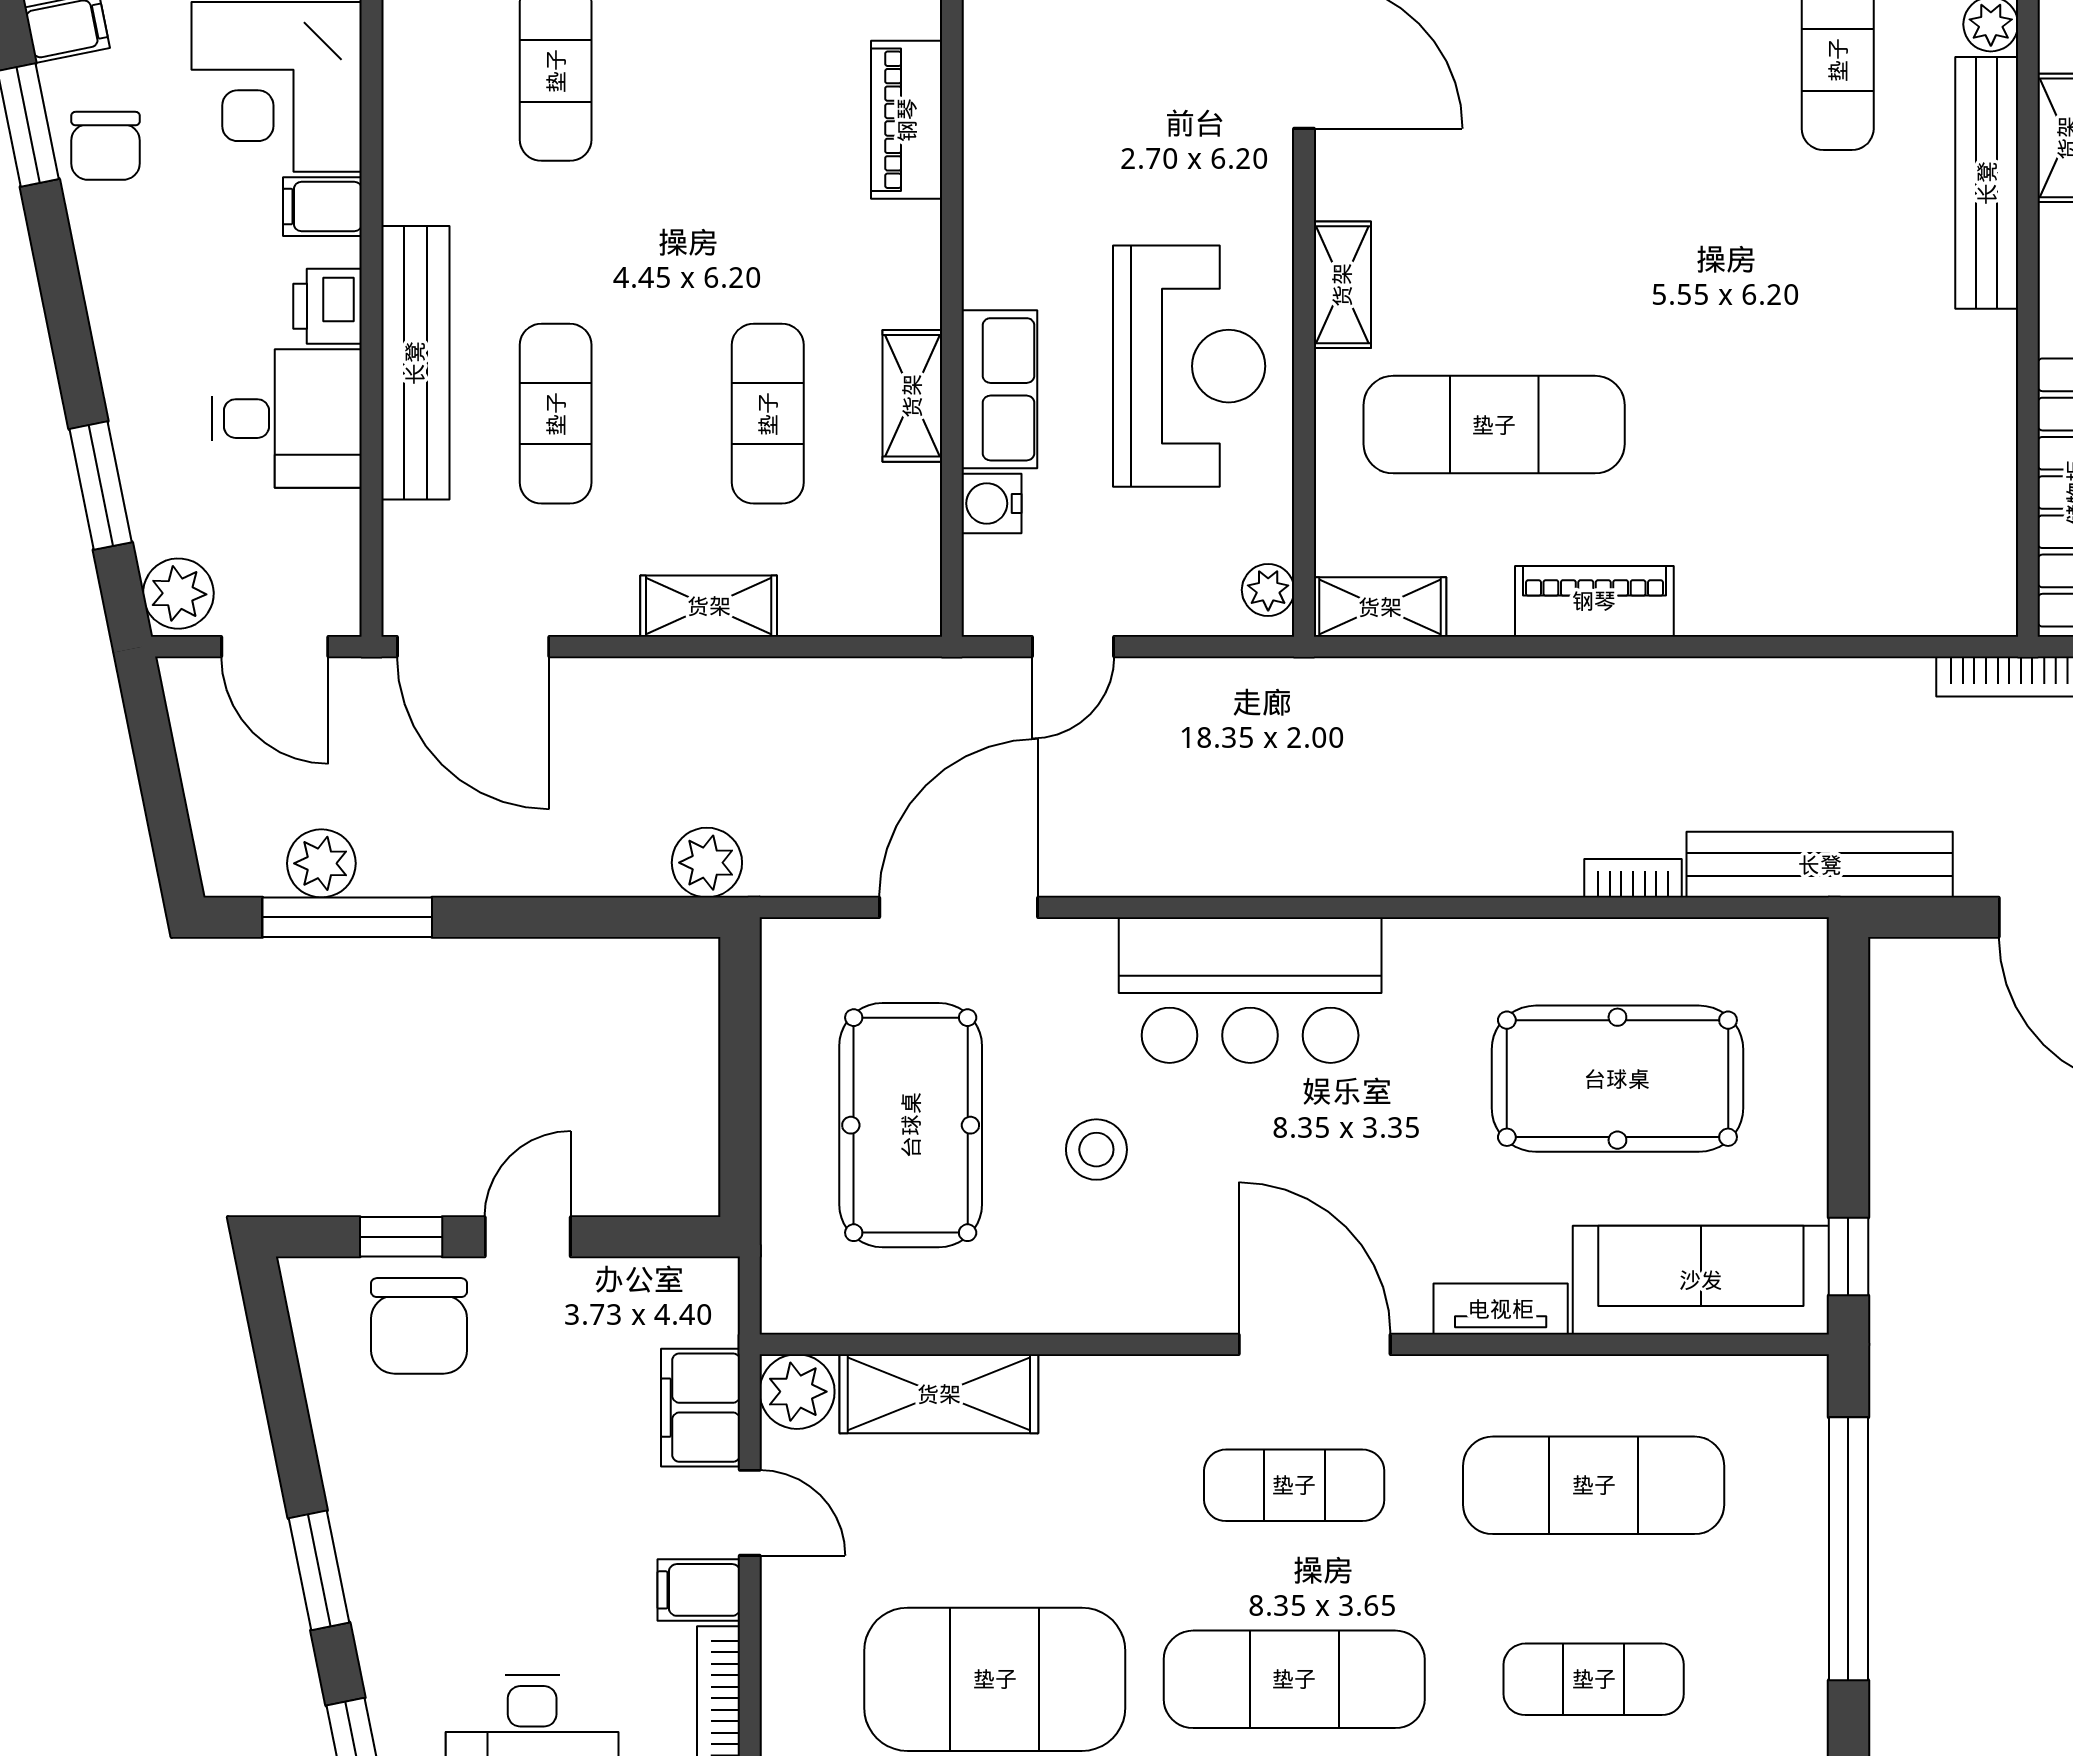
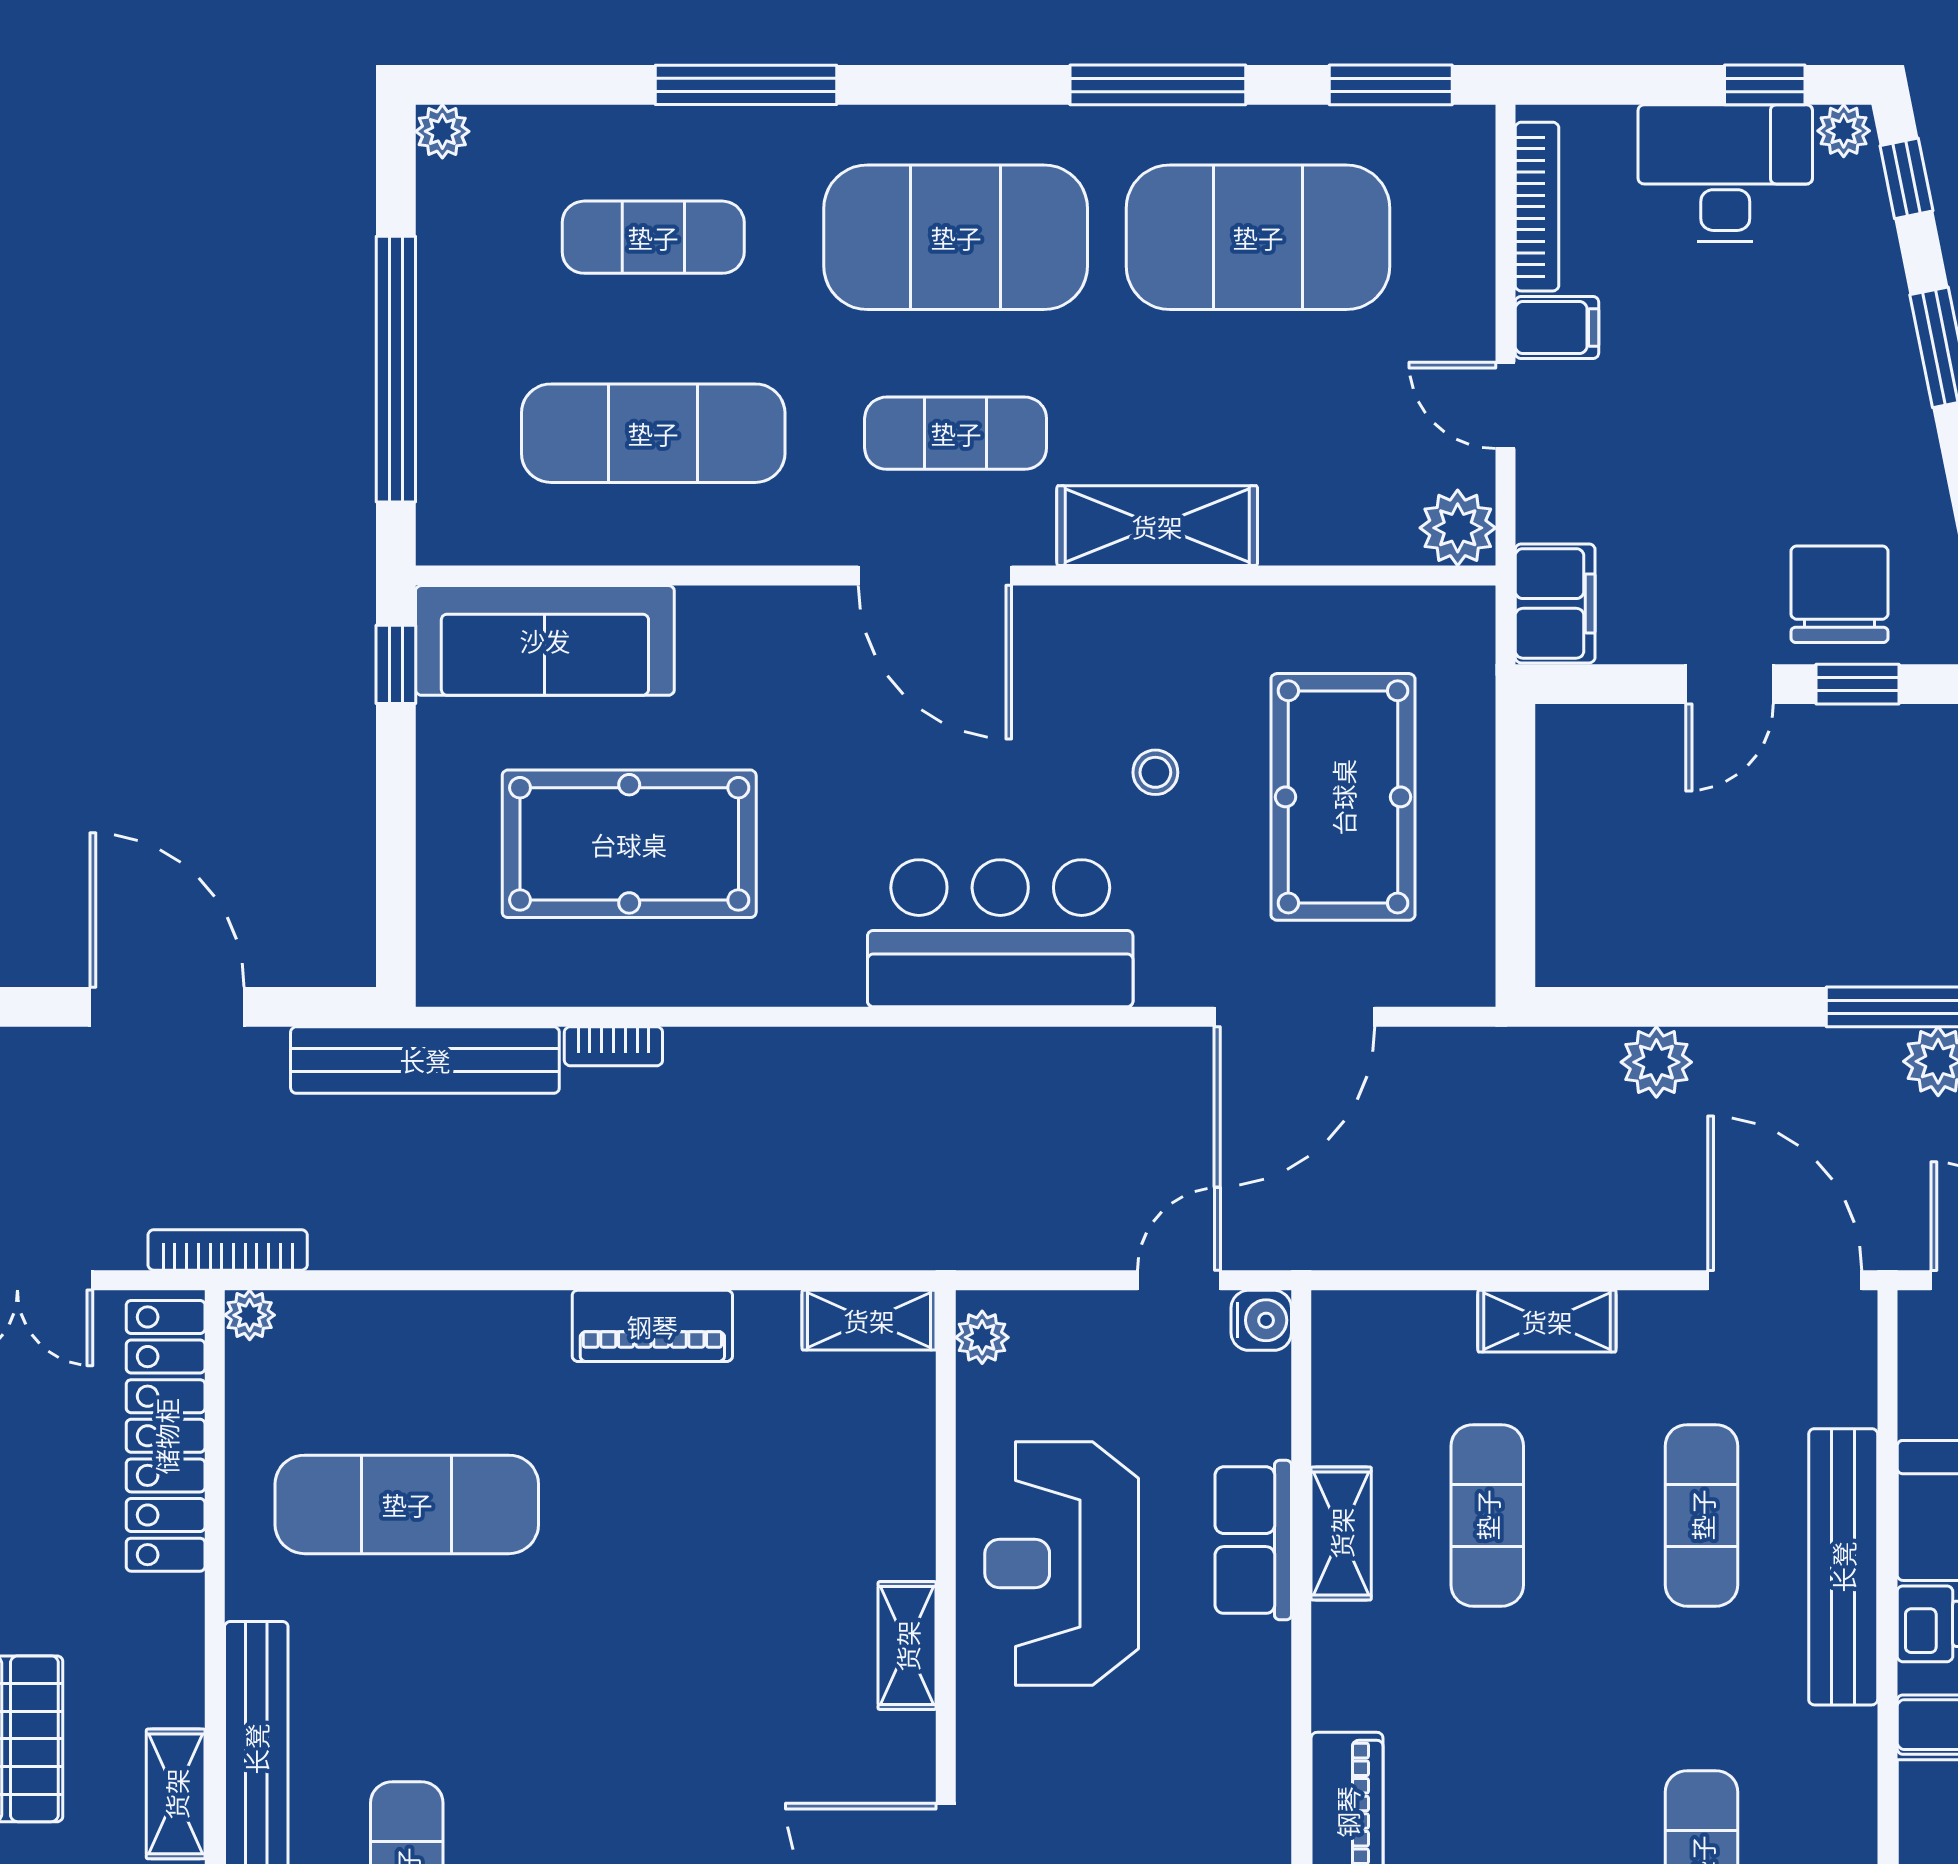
exercise mat: (1494, 425) -> (407, 1504), moved
water cooler: (992, 503) -> (1261, 1320), moved
plant: (1993, 612) -> (250, 1315), added
plant: (707, 863) -> (1656, 1062), moved
stool: (1096, 1150) -> (1155, 772), width x0.73, depth x0.73
tv unit: (1501, 1309) -> (747, 611), removed
shelving: (939, 1394) -> (1157, 526), moved
filing cabinet: (701, 1408) -> (1555, 603), moved
exercise mat: (1294, 1679) -> (956, 237), width x1.47

